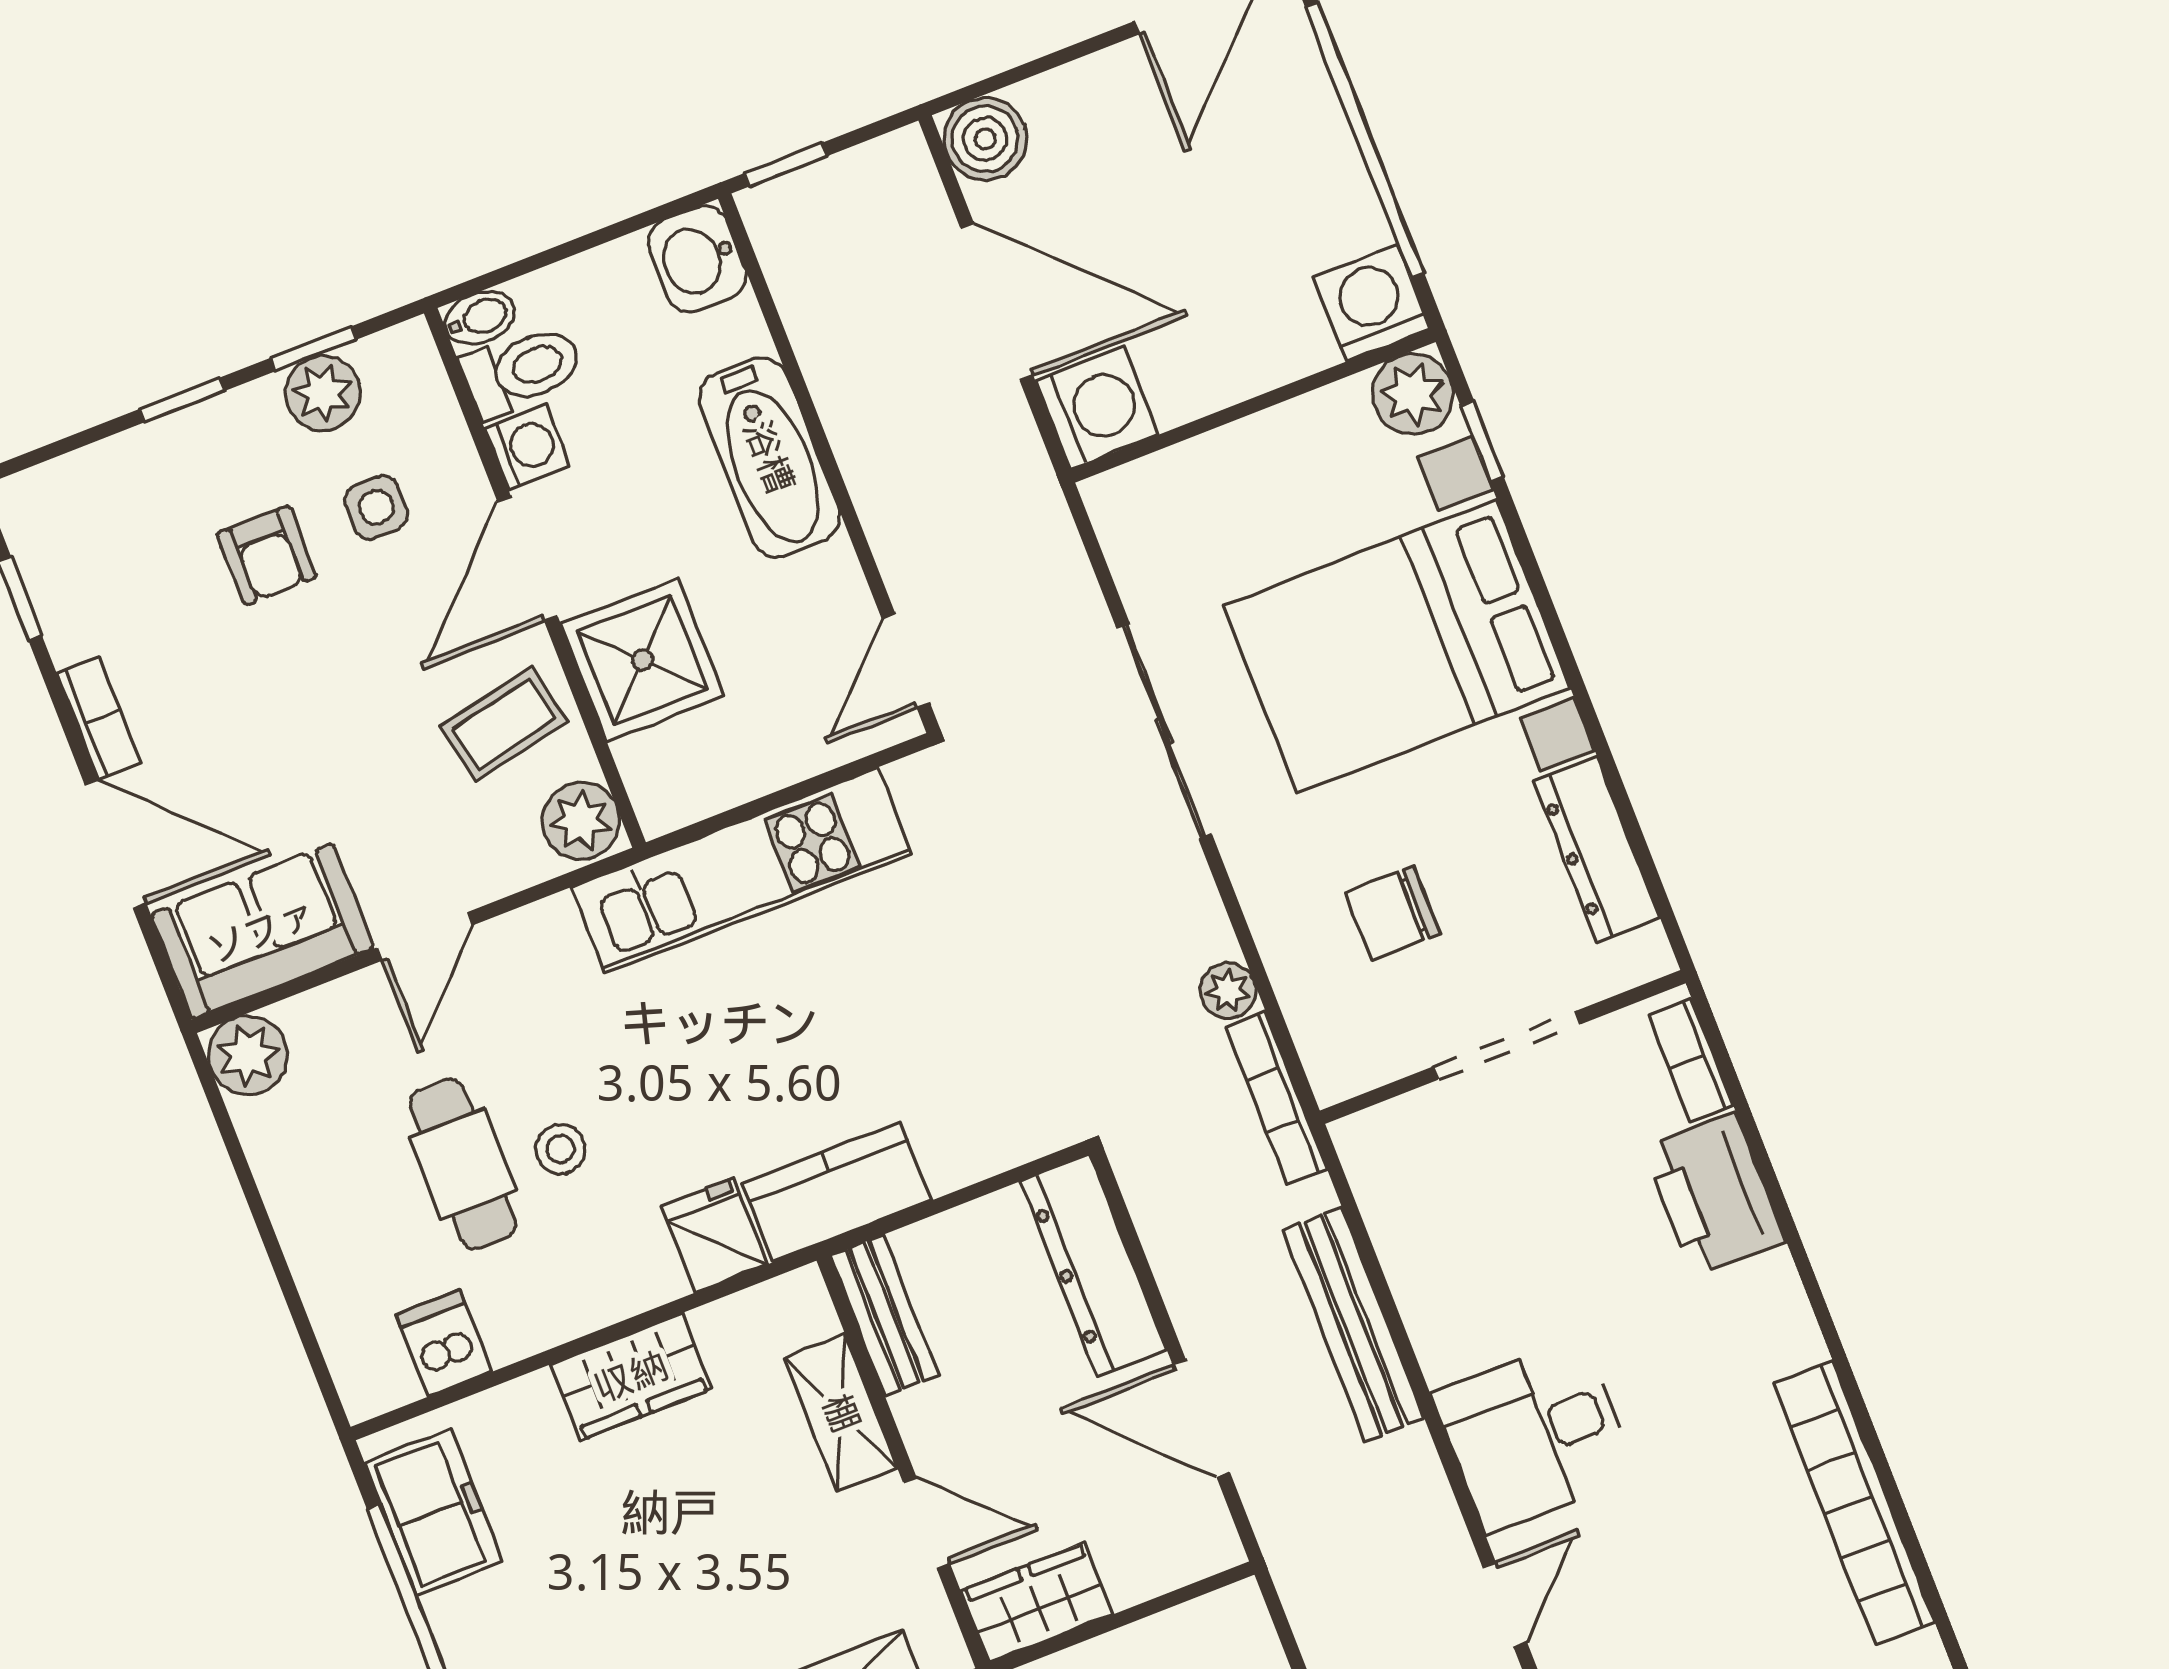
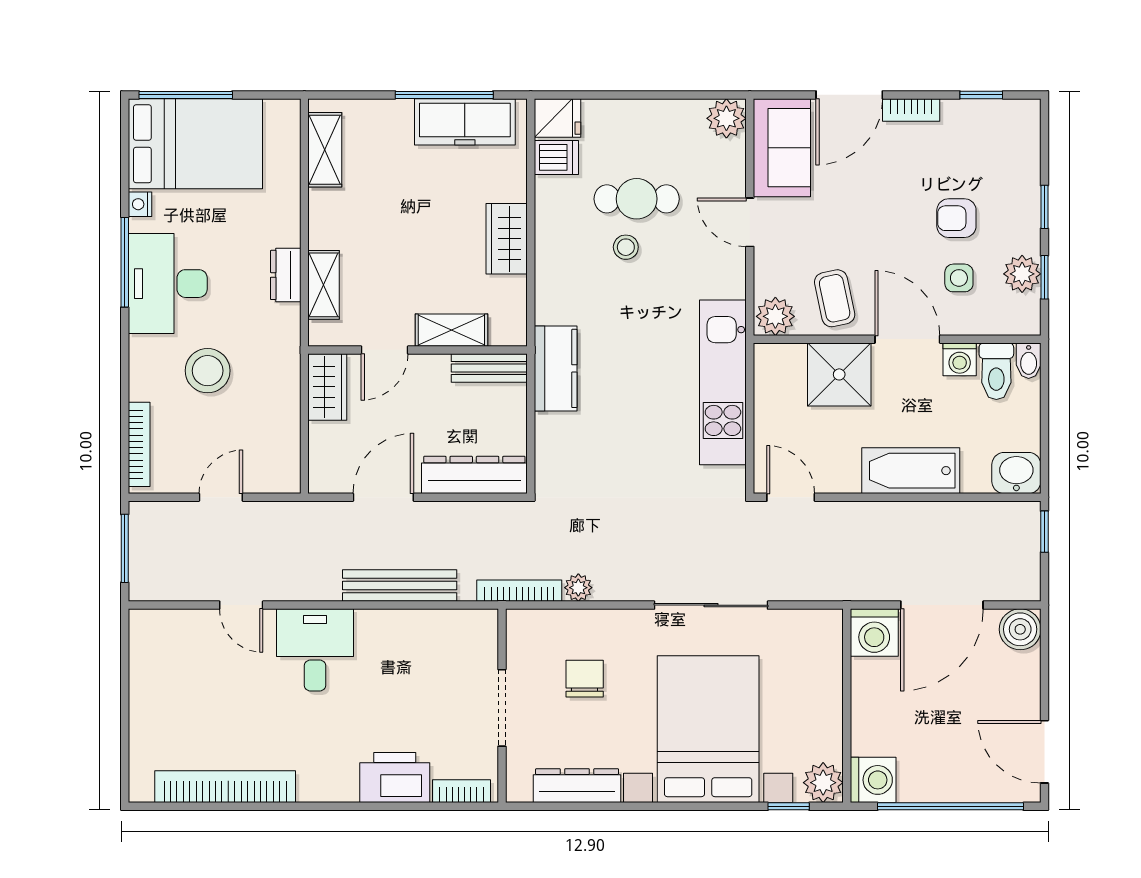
fridge: (715, 1235) -> (558, 118), moved
freezer: (434, 1512) -> (465, 122), width x1.40

